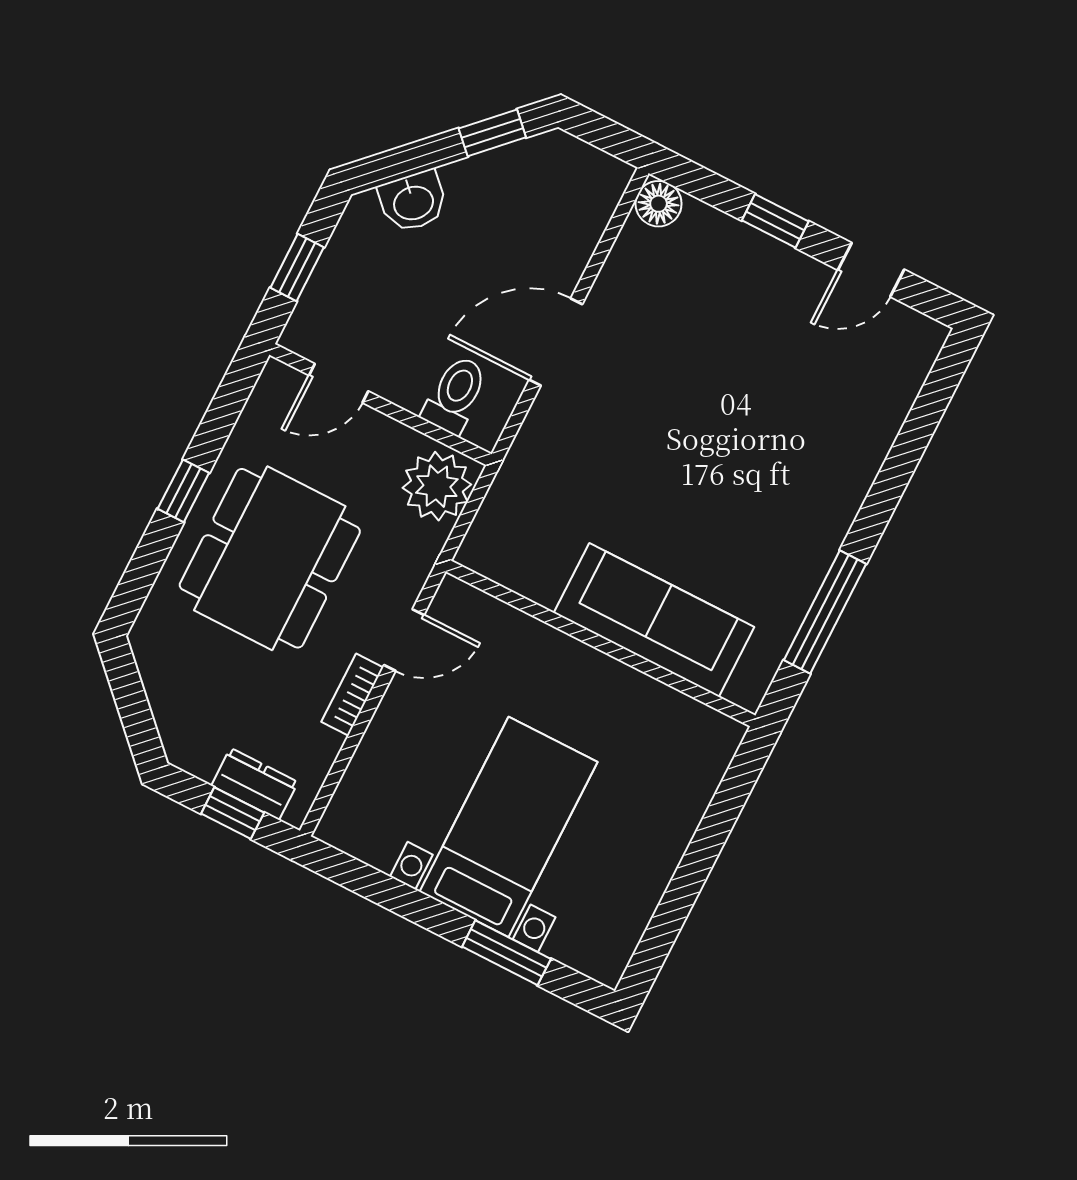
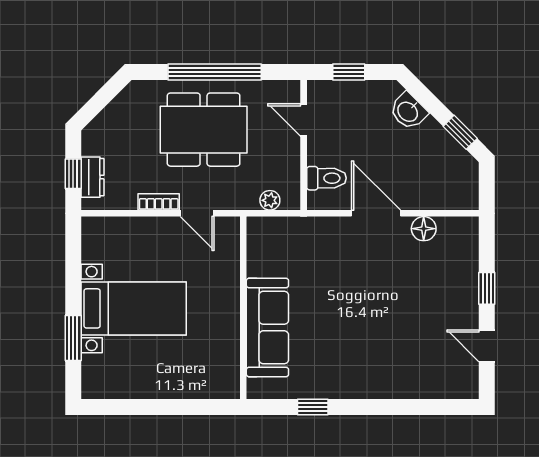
floor lamp: (659, 204) -> (424, 229), moved
plant: (437, 486) -> (270, 200), width x0.53, depth x0.53
window: (183, 491) -> (215, 72), width x3.17
window: (825, 612) -> (313, 407), width x0.46

